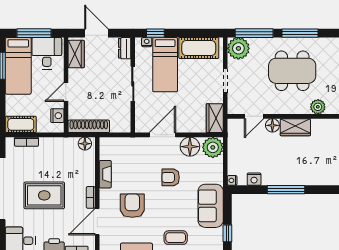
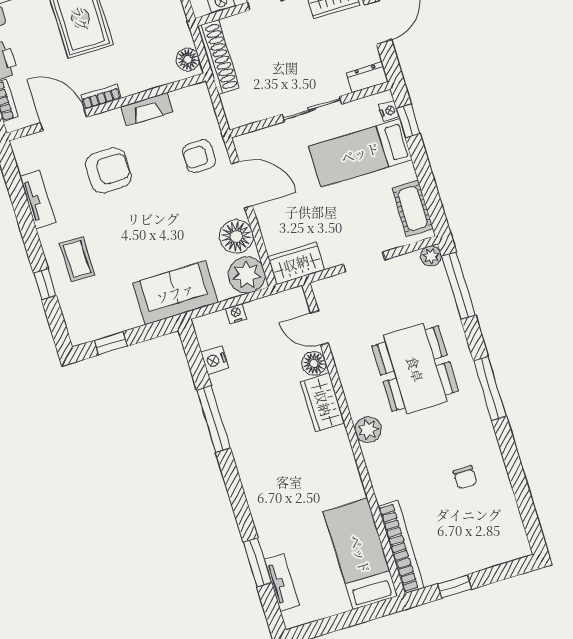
window: (300, 33) -> (490, 388), moved
cot: (199, 48) -> (413, 208), width x0.73, depth x0.75
plant: (238, 48) -> (431, 256), width x0.53, depth x0.53
armchair: (171, 177) -> (199, 156), moved, turned -90
nightstand: (232, 180) -> (236, 314), moved
sofa: (211, 206) -> (175, 293), moved

